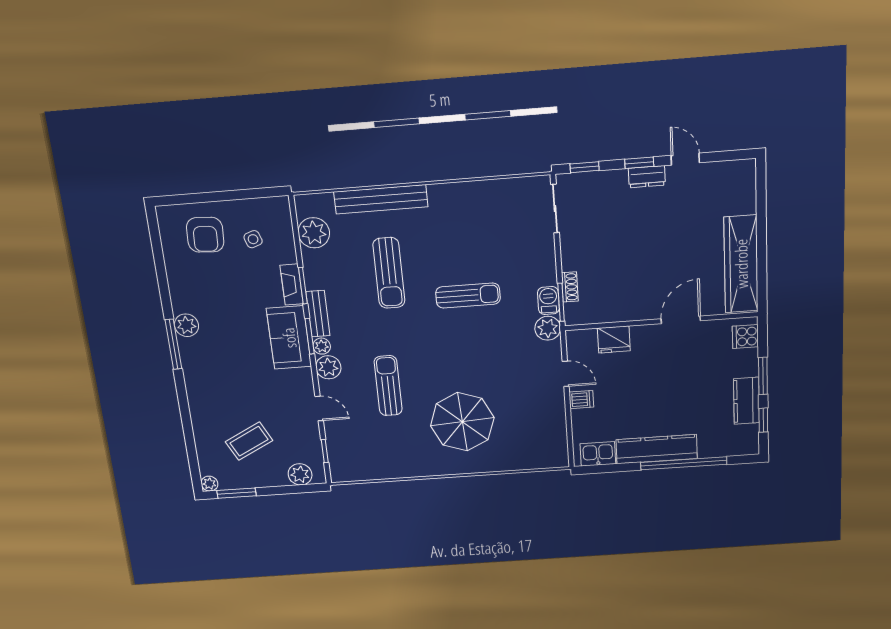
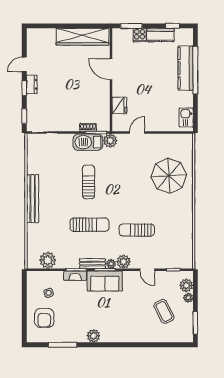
bench: (381, 199) -> (33, 199), moved
armchair: (205, 235) -> (44, 318), turned 87
sun lounger: (389, 273) -> (89, 225), moved
barbecue: (548, 301) -> (88, 142), width x1.88, depth x1.53
cooker: (745, 337) -> (140, 35), moved
window: (173, 344) -> (63, 345), moved
window: (763, 376) -> (131, 26), moved
dishwasher: (581, 400) -> (153, 125), removed
door: (319, 408) -> (147, 270), swing flipped
parasol: (462, 422) -> (169, 176), moved
kitchen counter: (657, 449) -> (186, 68), moved
plant: (209, 484) -> (188, 298), moved

